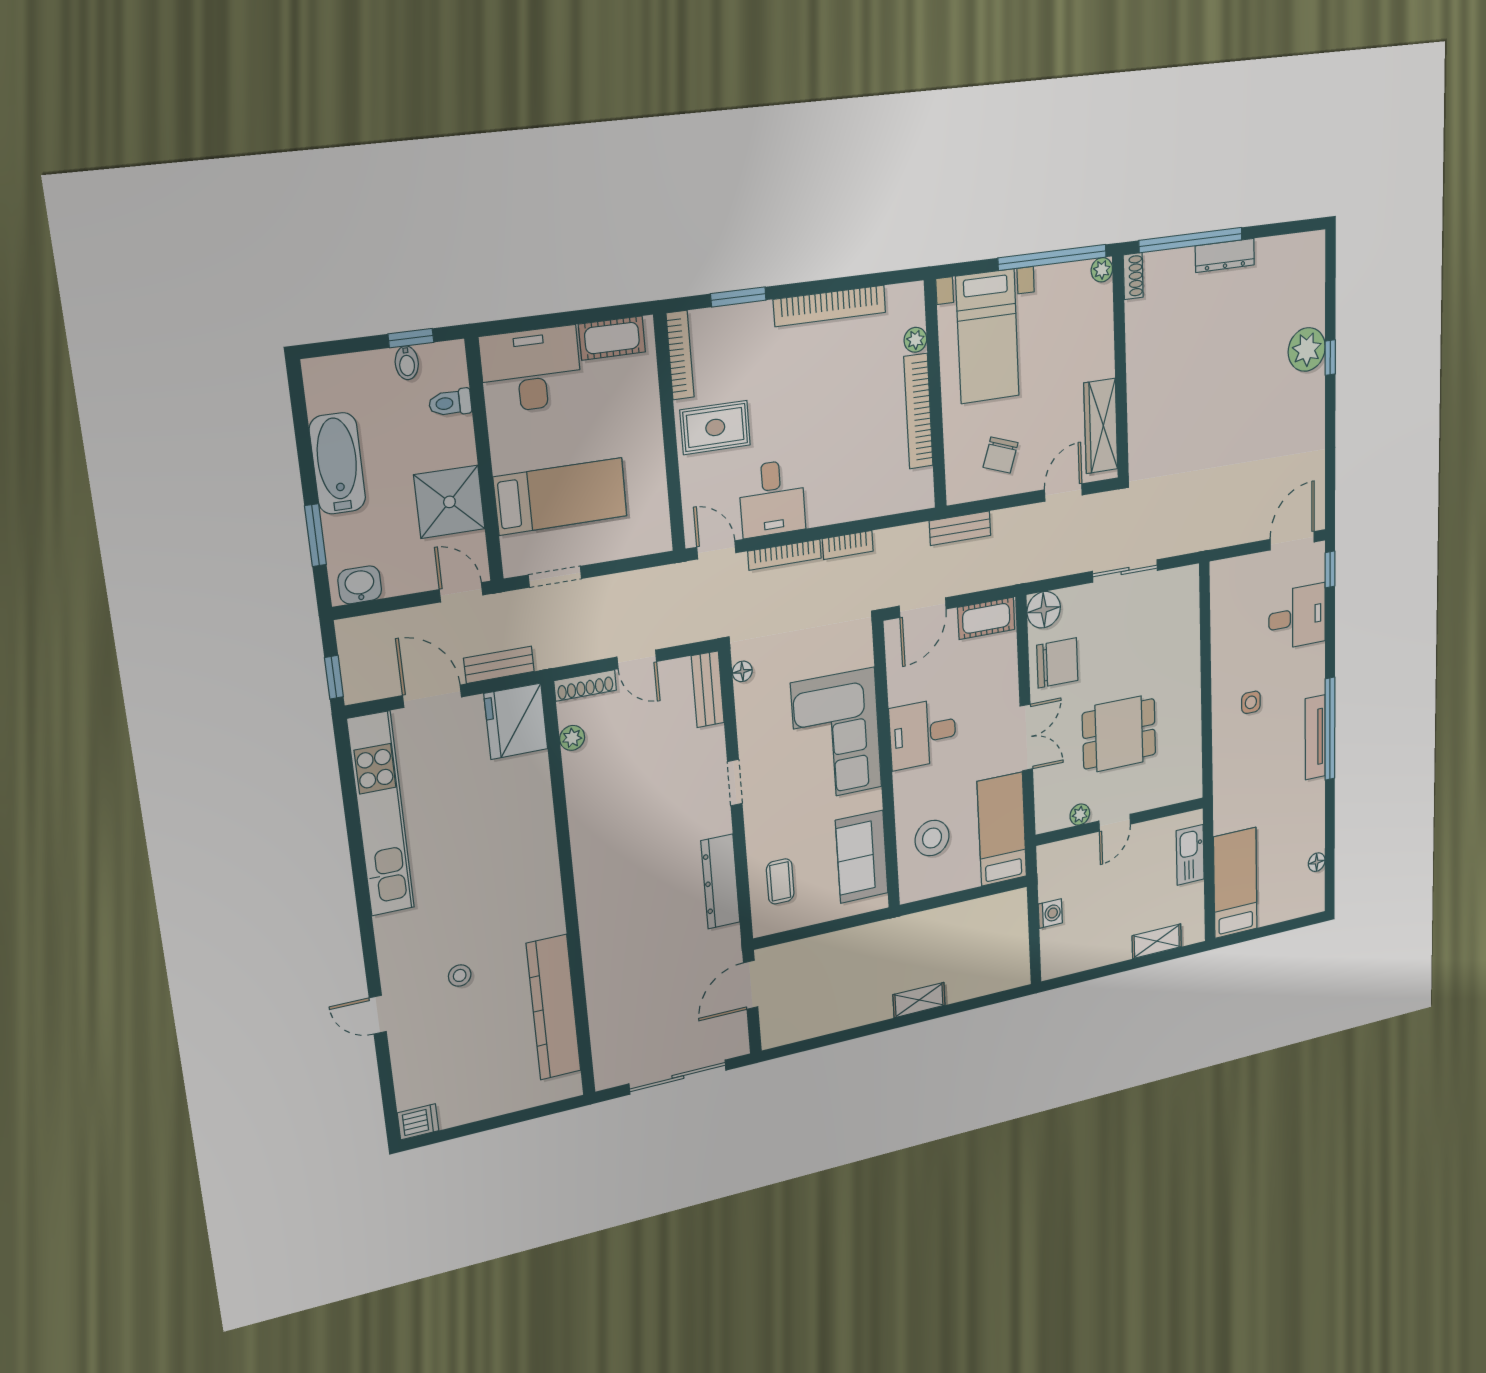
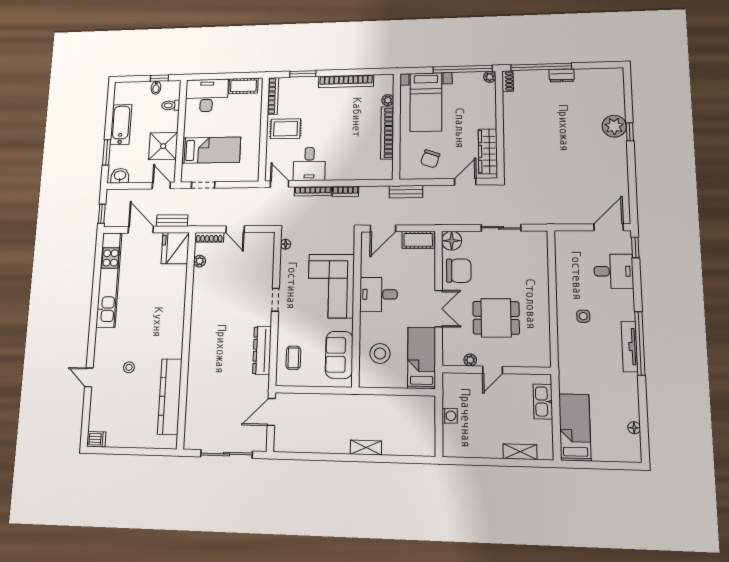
dresser: (1225, 255) -> (562, 76), width x0.70
bench: (708, 689) -> (267, 250), removed

